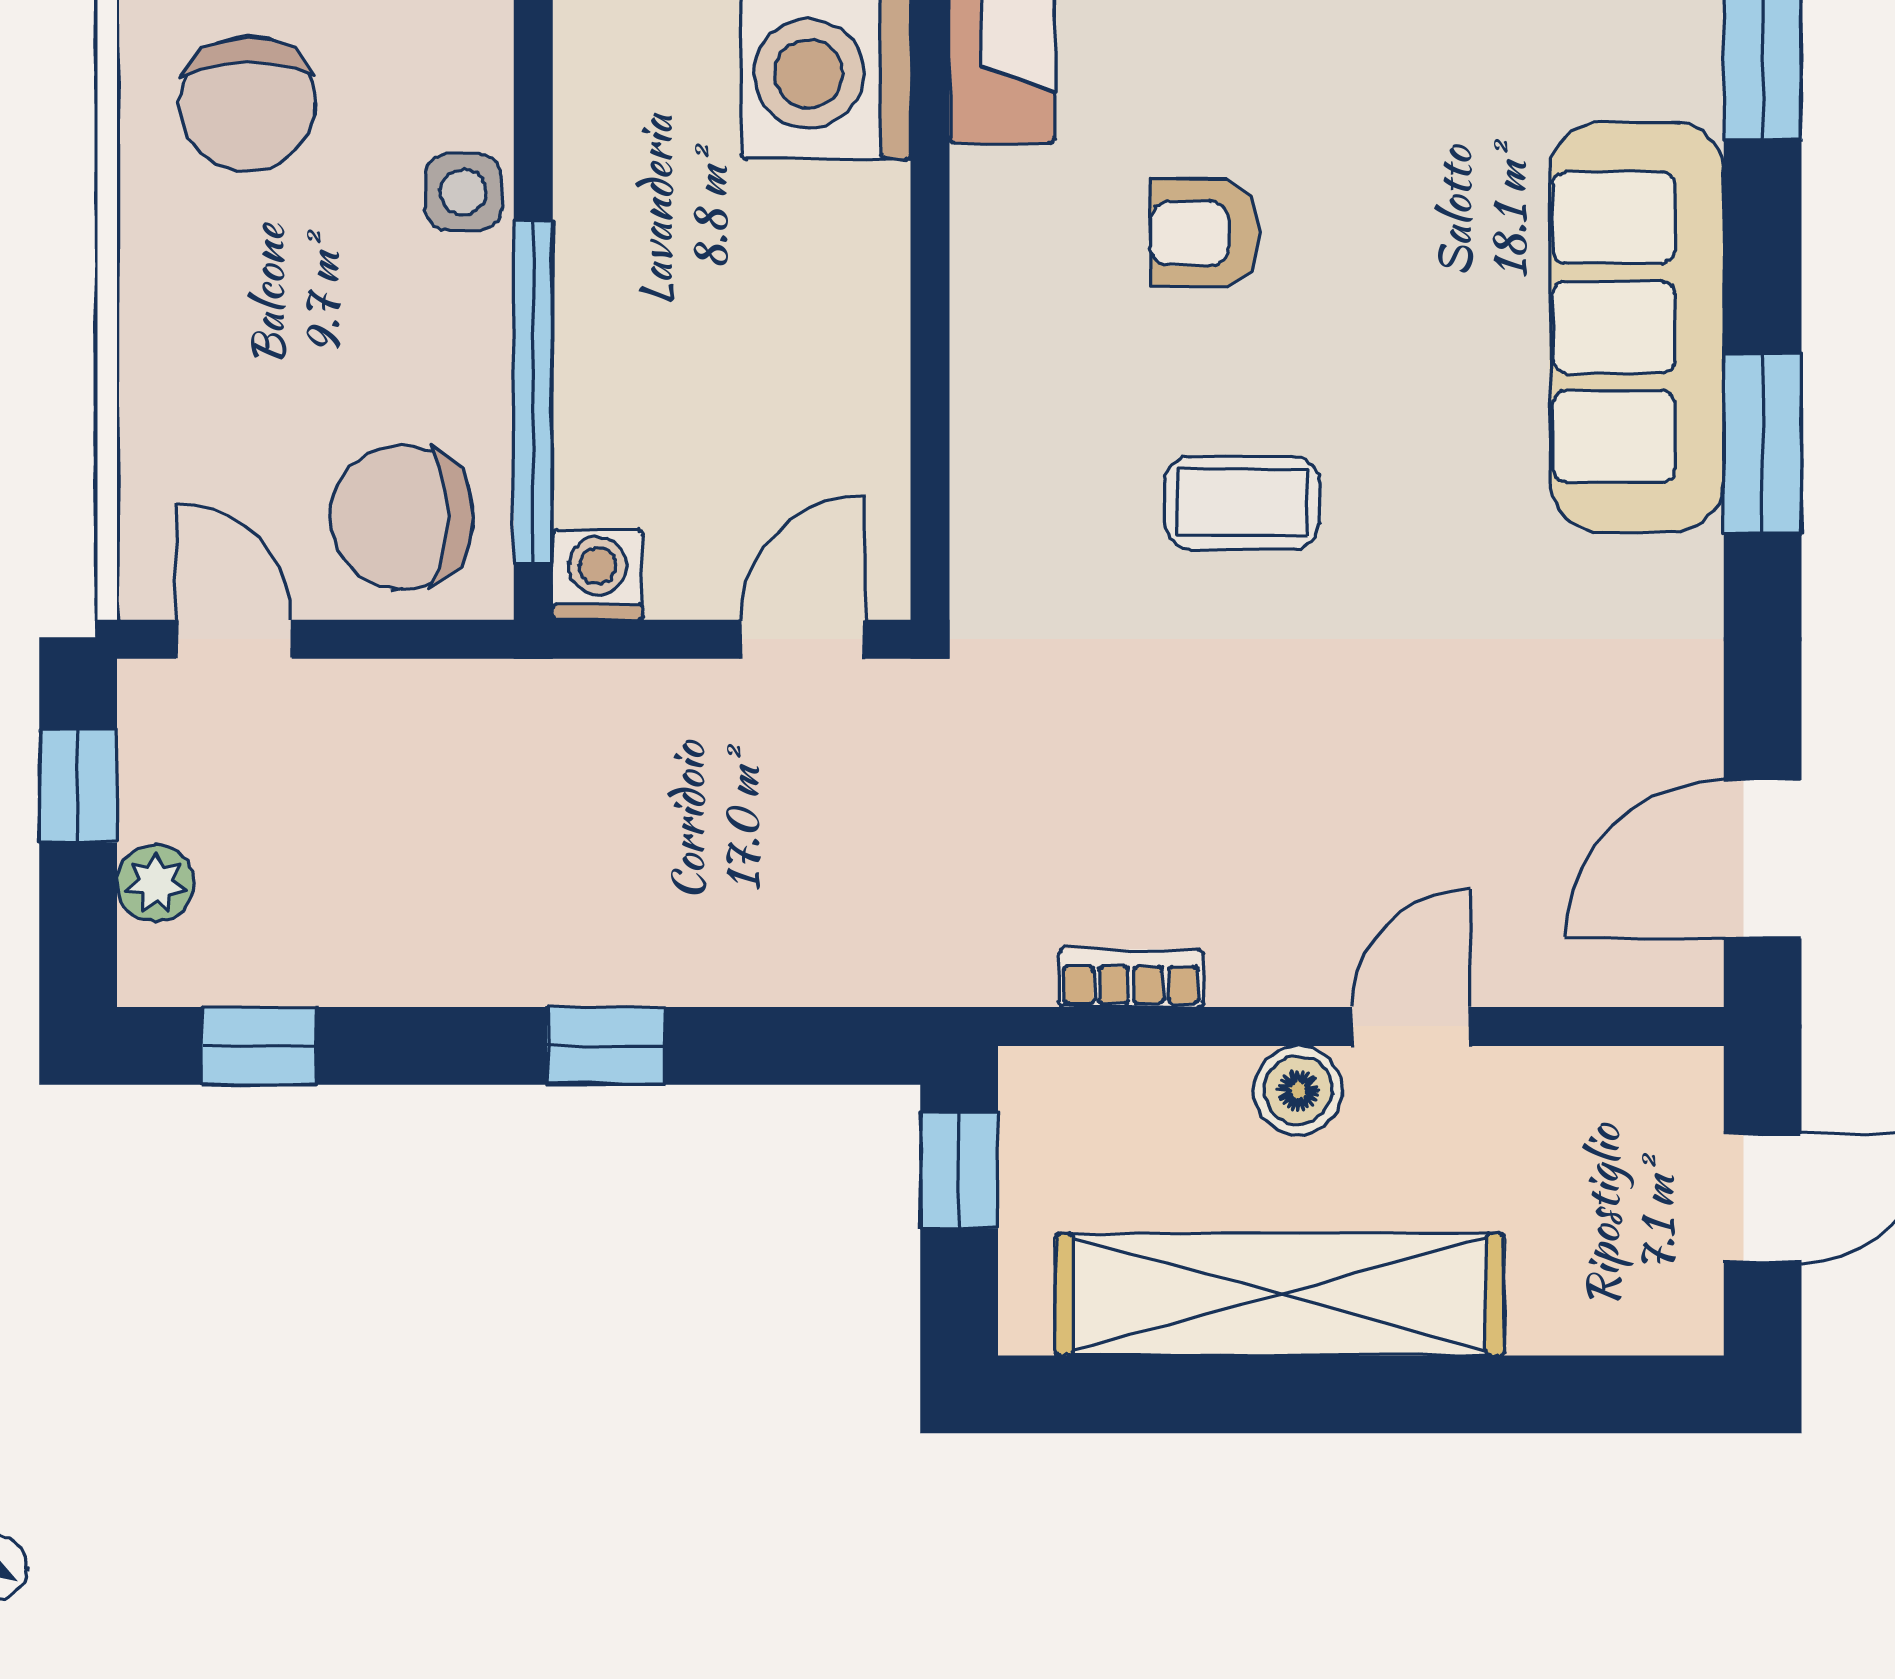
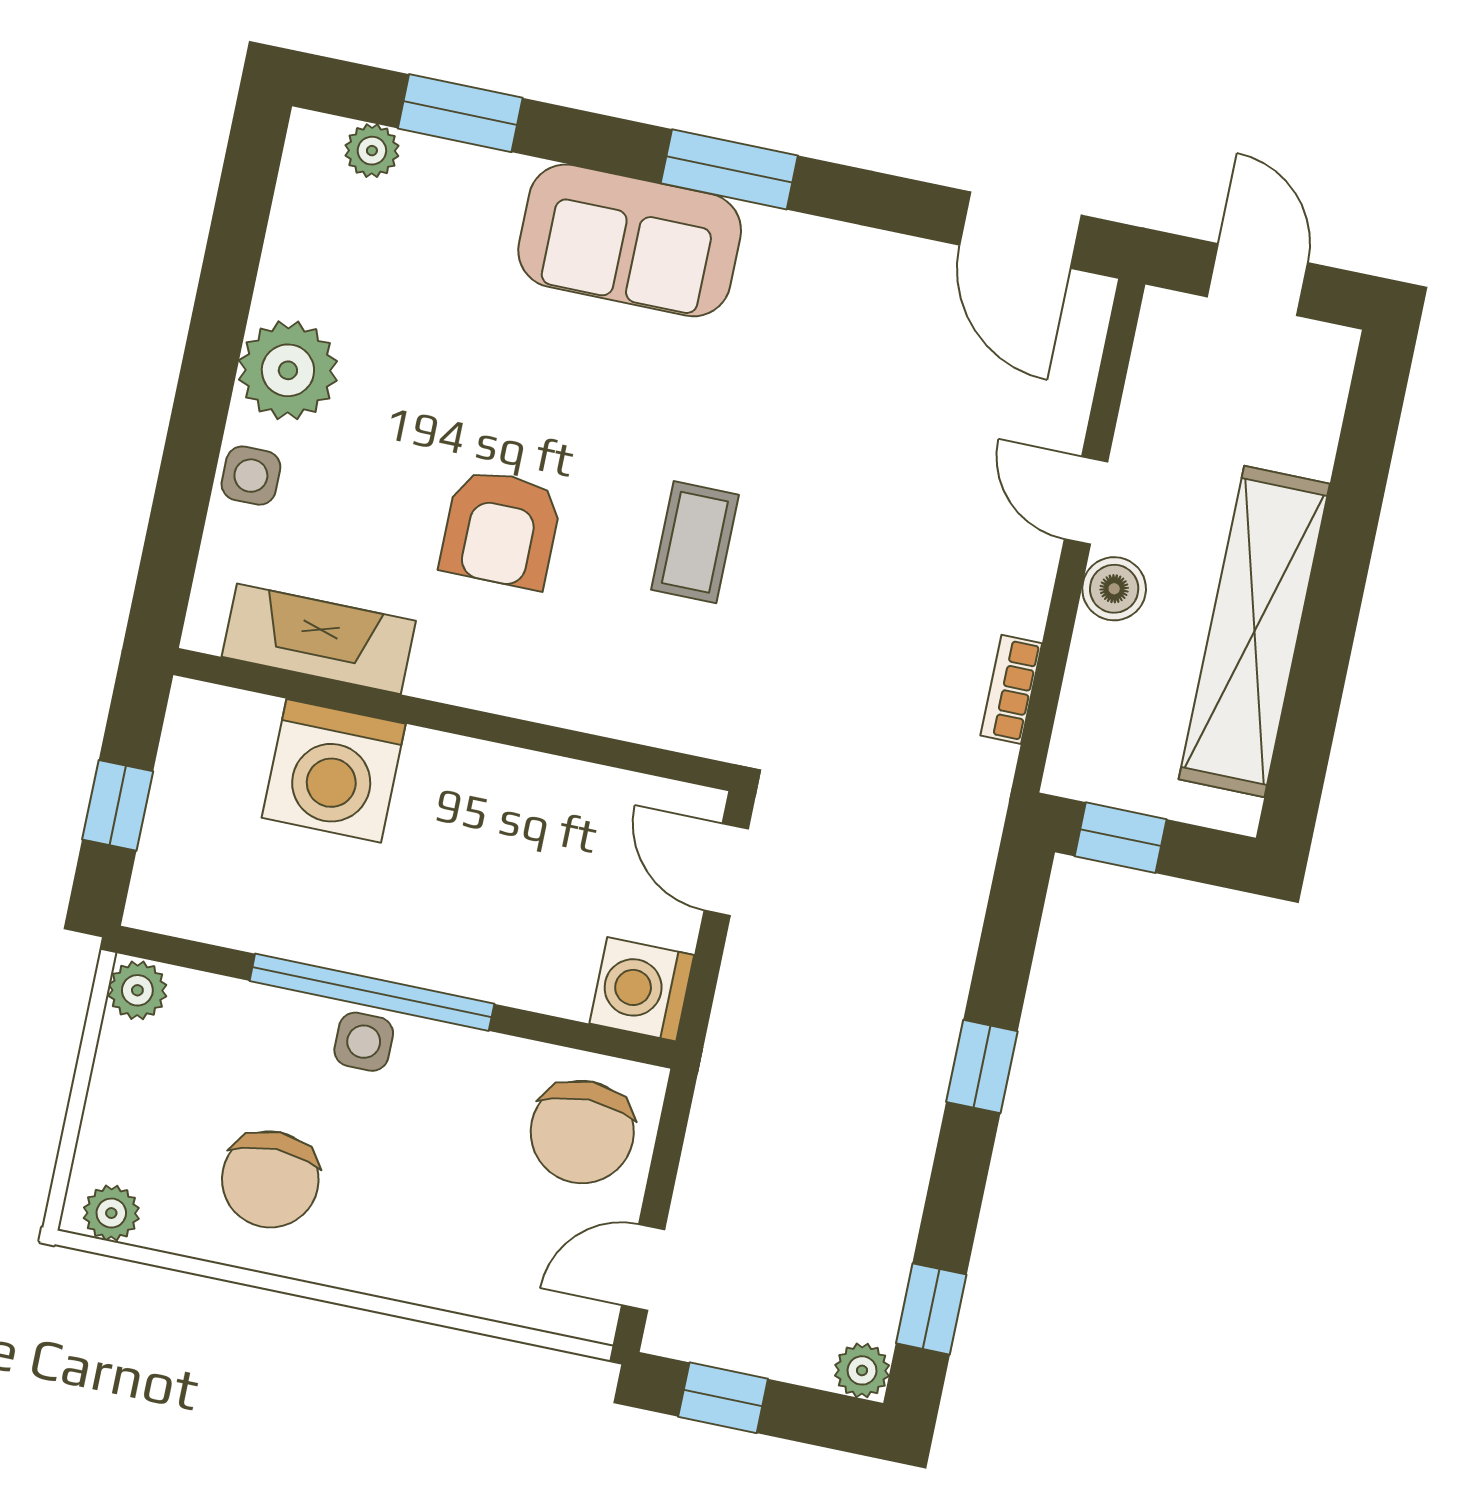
chair: (248, 103) -> (270, 1179), turned 90
armchair: (1205, 233) -> (501, 529), width x1.38, depth x1.38
sofa: (1637, 327) -> (630, 240), width x0.73
window: (533, 392) -> (372, 992), moved
washing machine: (598, 575) -> (642, 989), width x1.38, depth x1.38
plant: (155, 883) -> (862, 1370), moved

